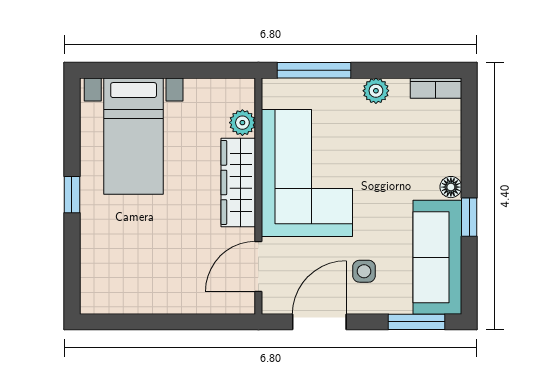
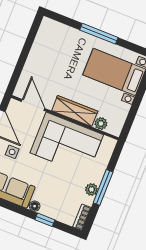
window: (314, 70) -> (103, 187), moved
window: (72, 195) -> (99, 34), width x2.17
window: (469, 217) -> (45, 220), moved

